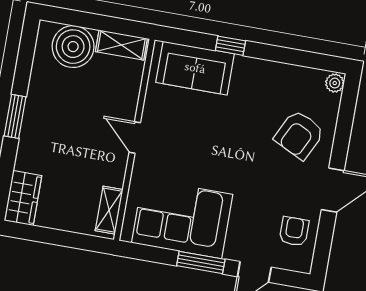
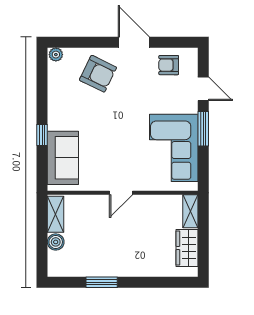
boiler: (73, 47) -> (56, 242), width x0.54, depth x0.54
window: (15, 116) -> (102, 282), moved
wardrobe: (23, 198) -> (187, 248), moved, turned -90
shelving: (109, 210) -> (190, 211), moved, turned 90

